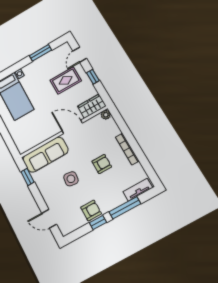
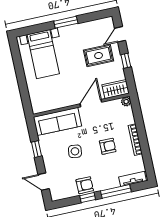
window: (40, 53) -> (66, 22), moved
door: (72, 127) -> (91, 103), hinge flipped
window: (27, 177) -> (37, 149), moved

